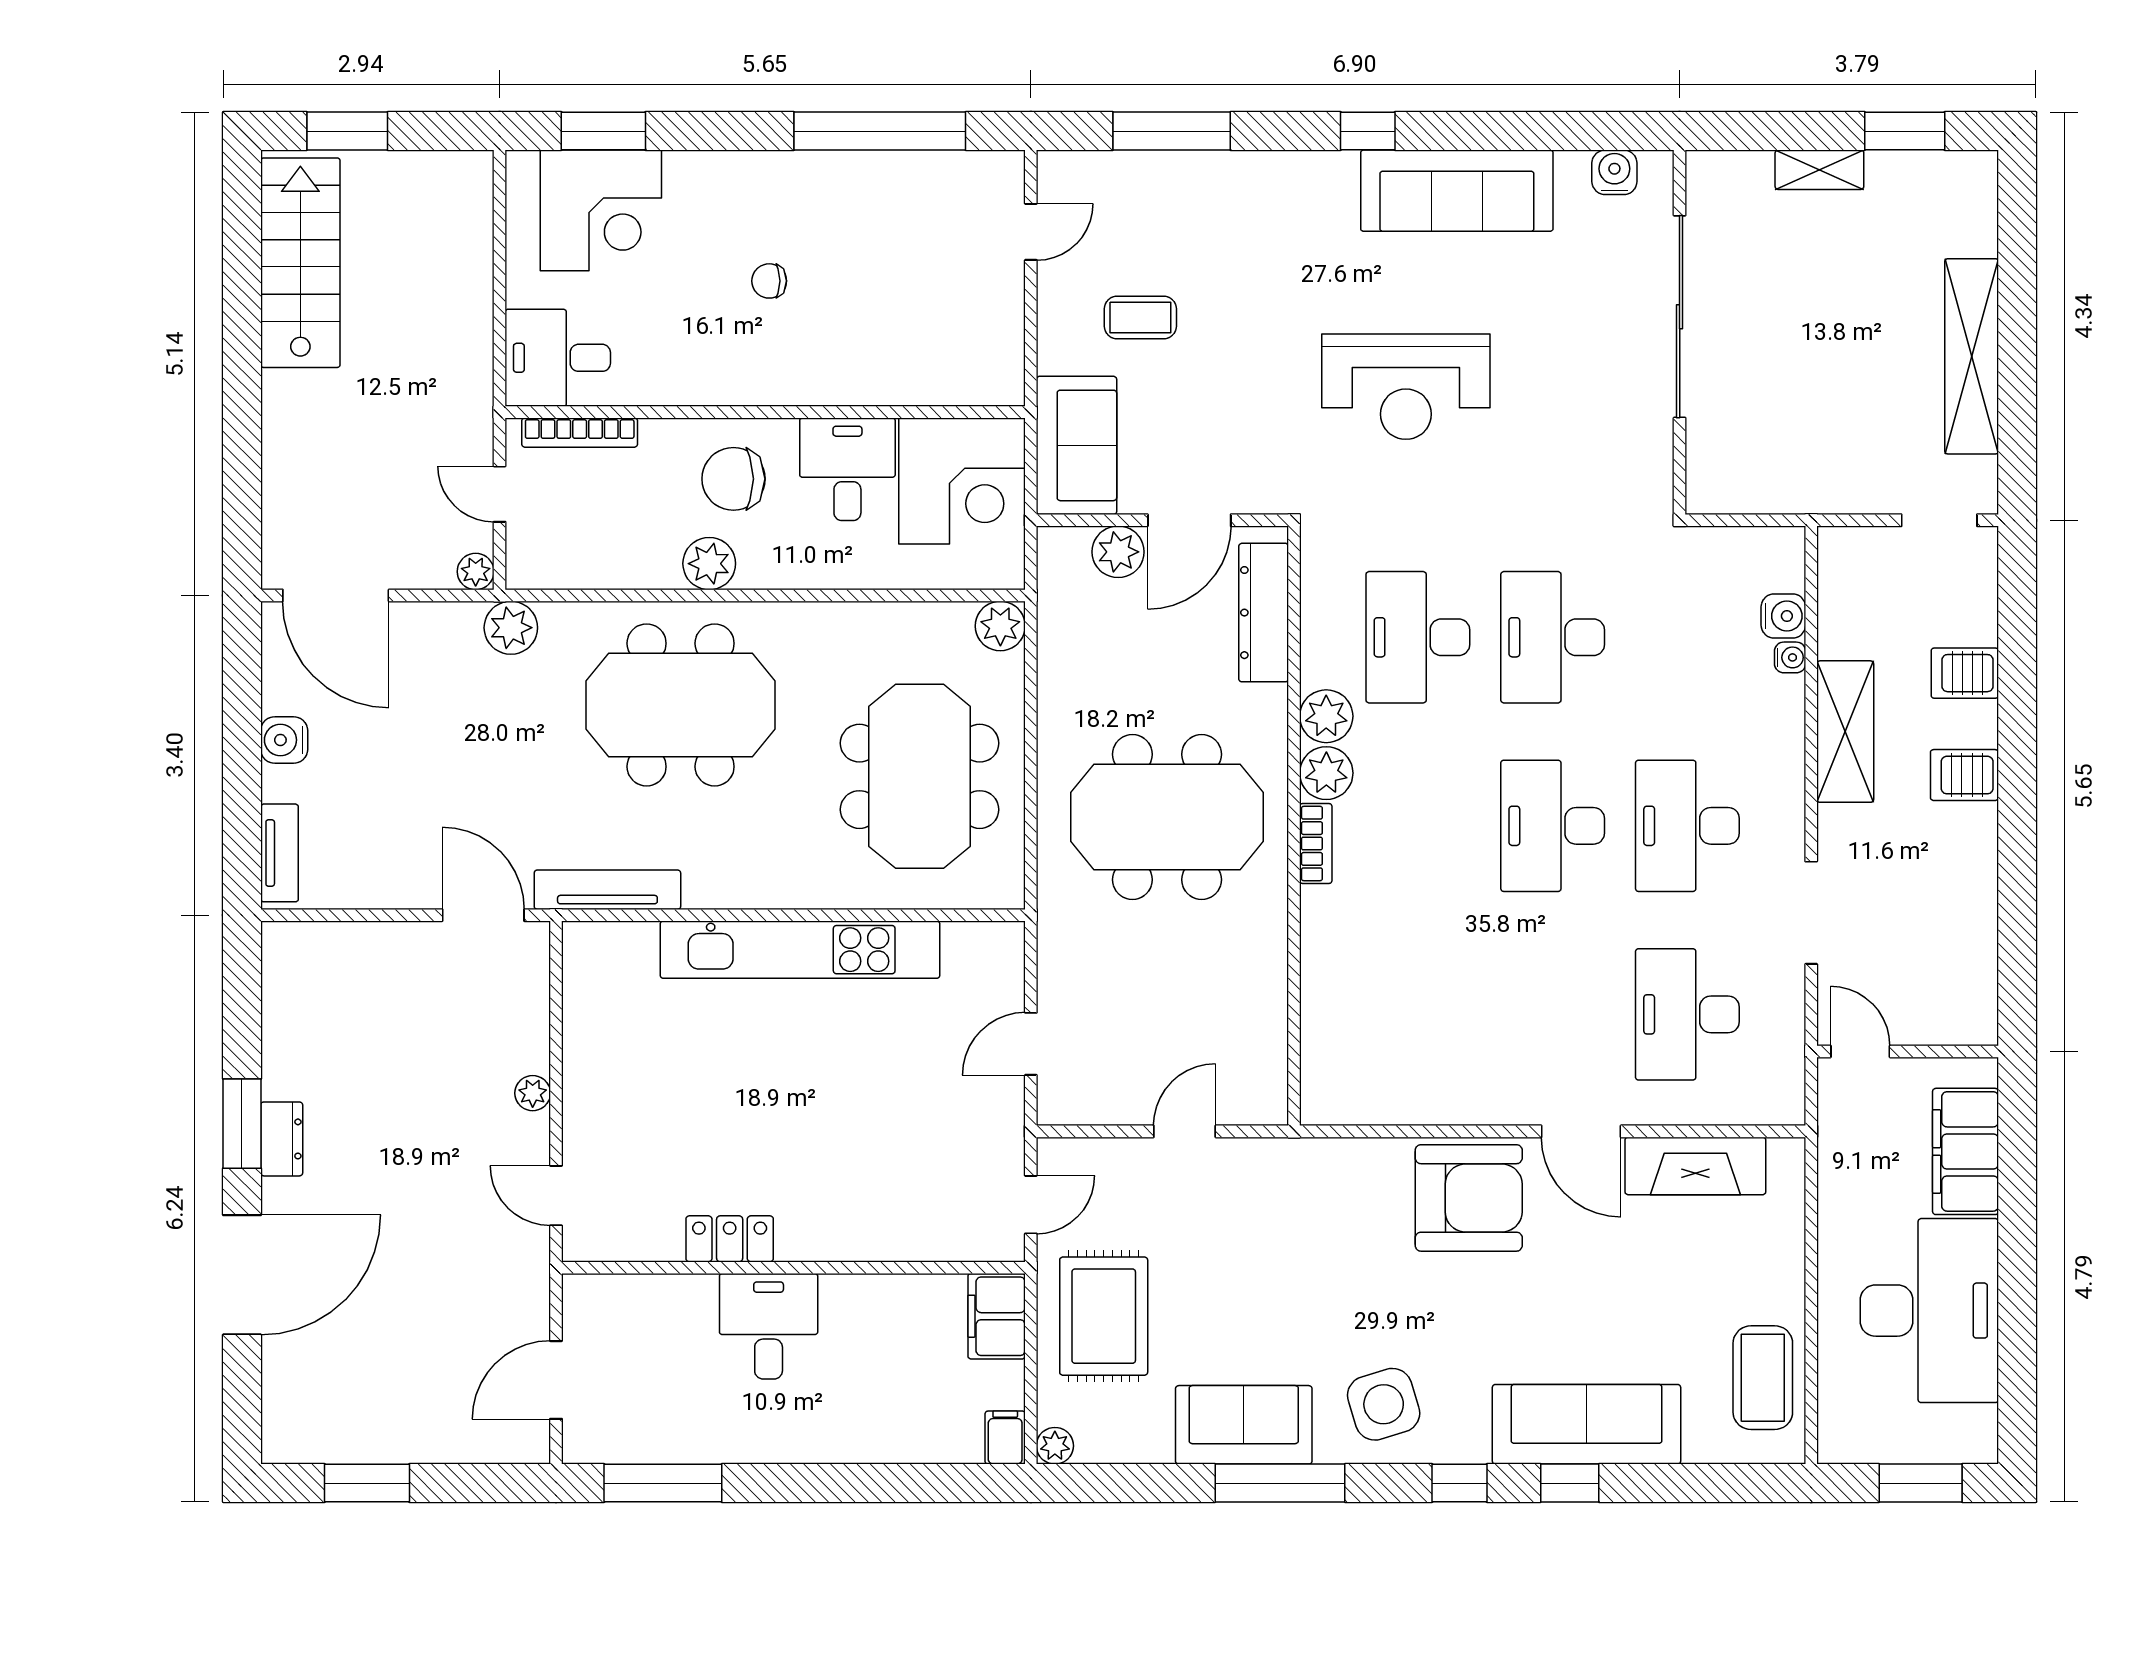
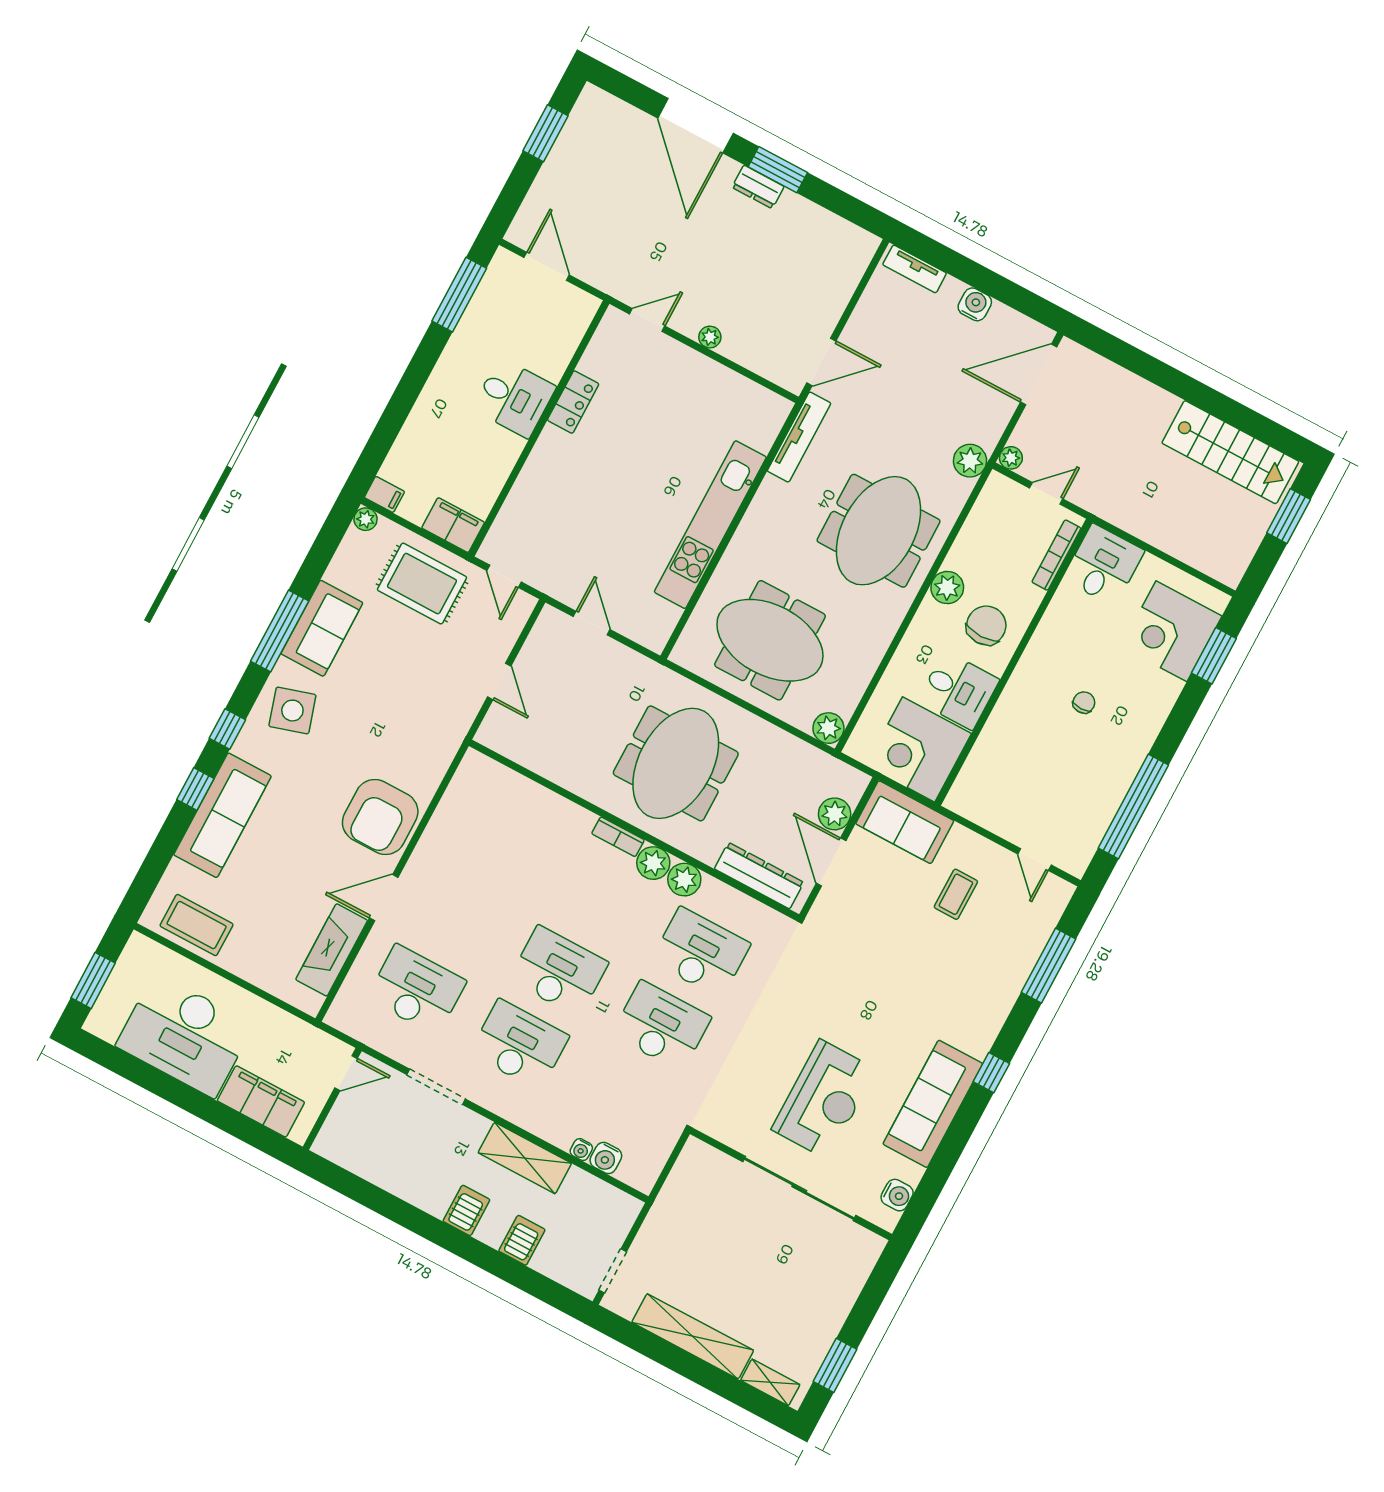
shelving: (1819, 170) -> (770, 1382), moved, turned 90
reception desk: (1406, 387) -> (824, 1099), moved, turned 180

